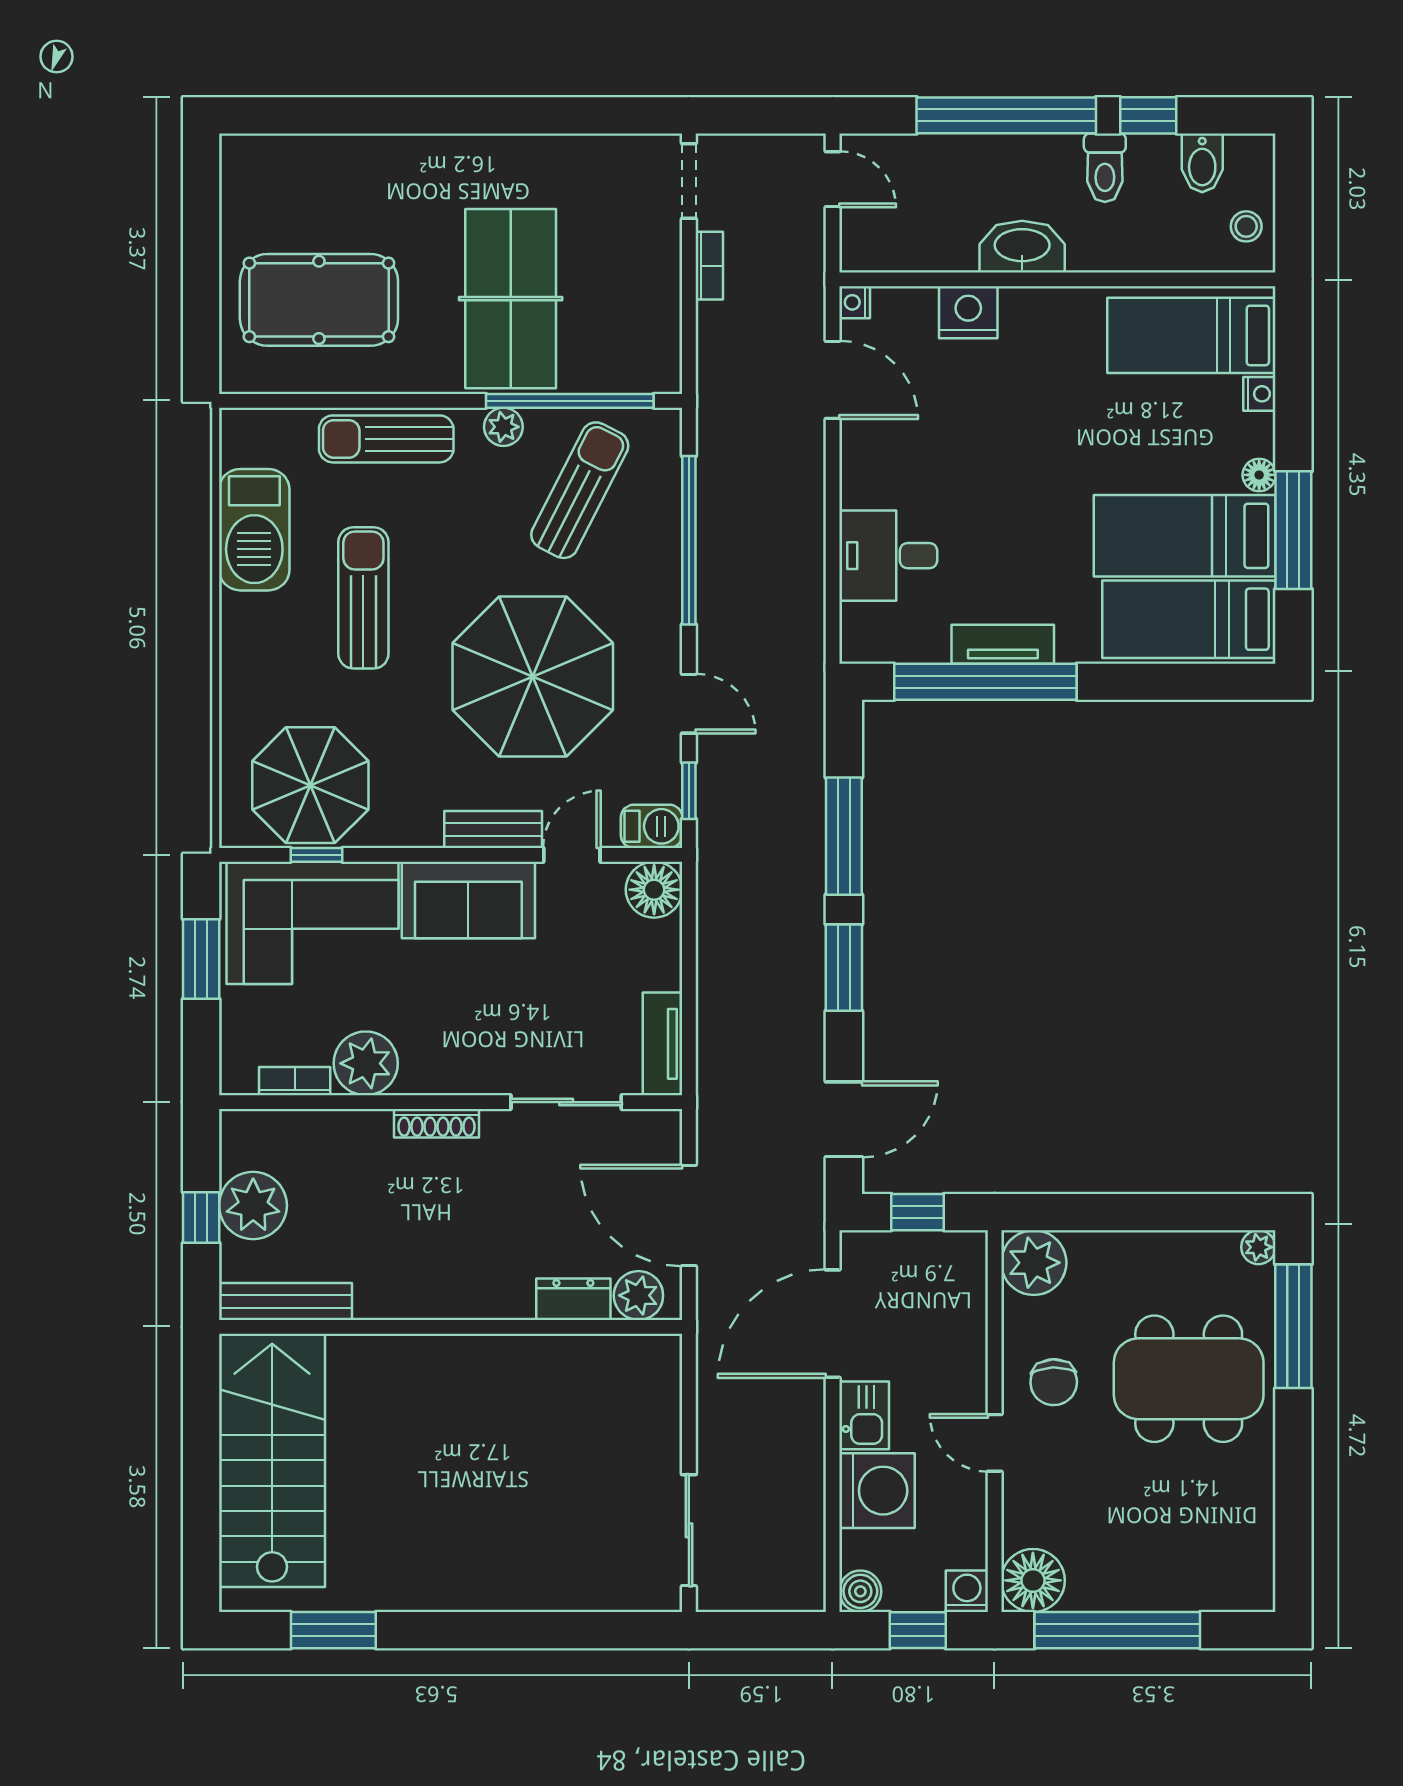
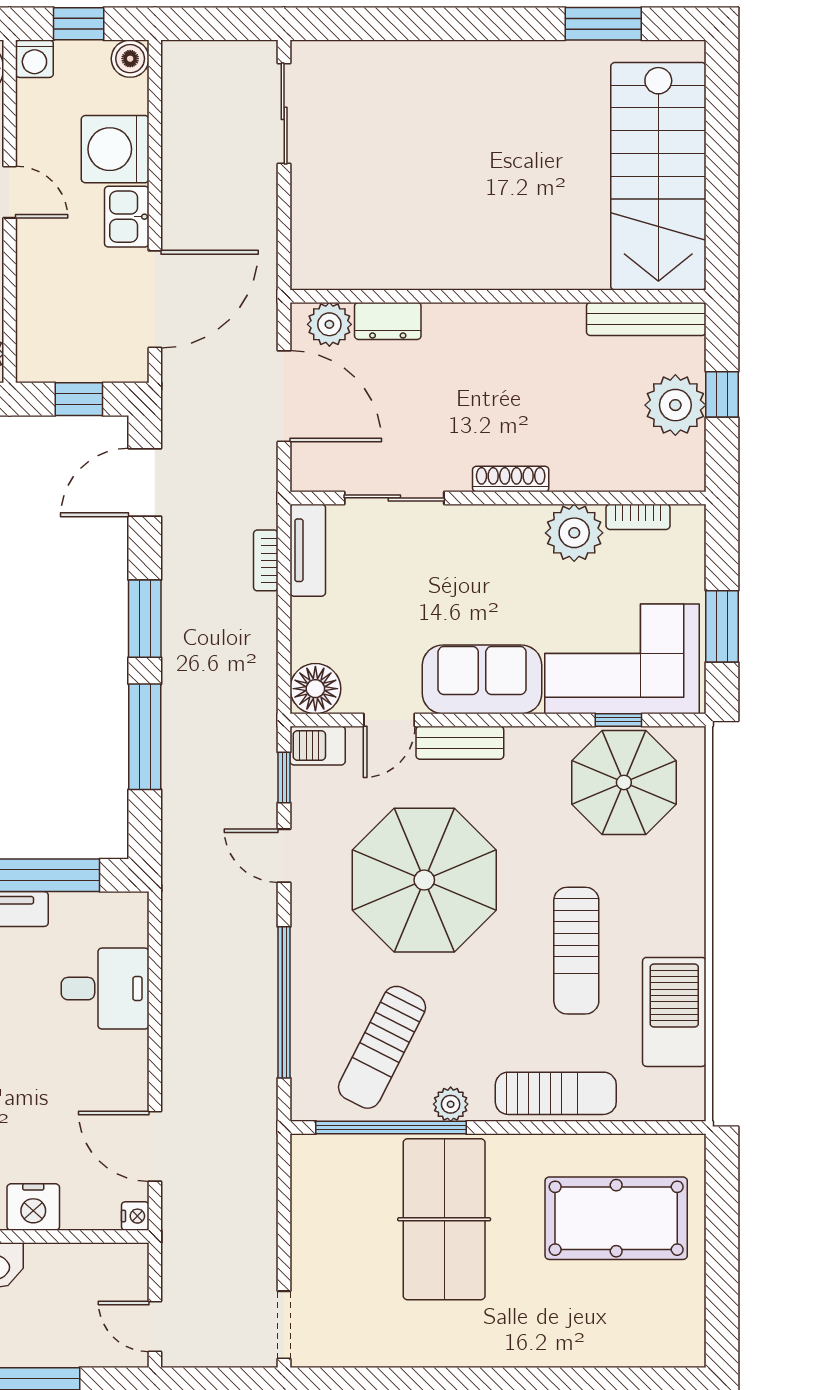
bookcase: (709, 266) -> (266, 560), moved

